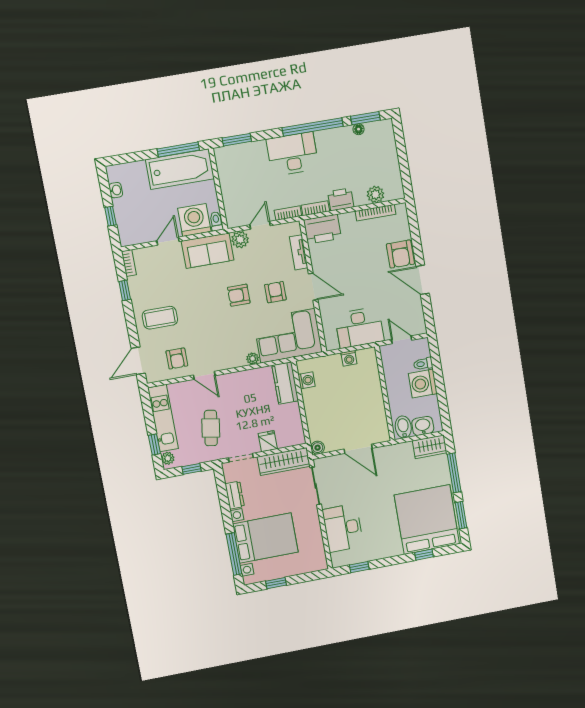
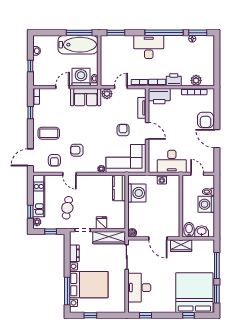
armchair: (239, 295) -> (77, 150), moved
washing machine: (306, 380) -> (137, 193), width x1.89, depth x1.89
wardrobe: (430, 447) -> (181, 246), moved

